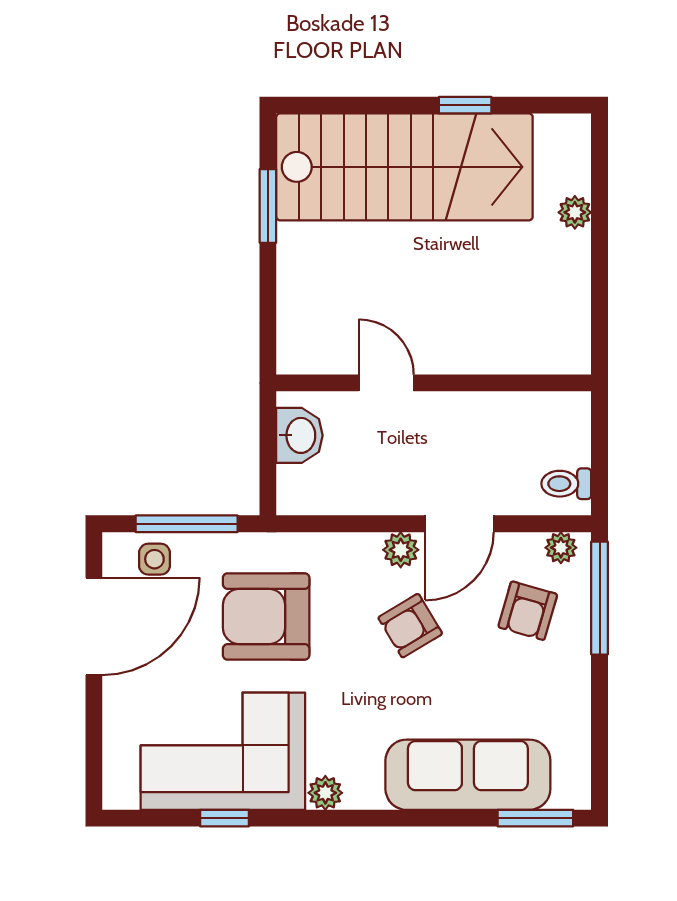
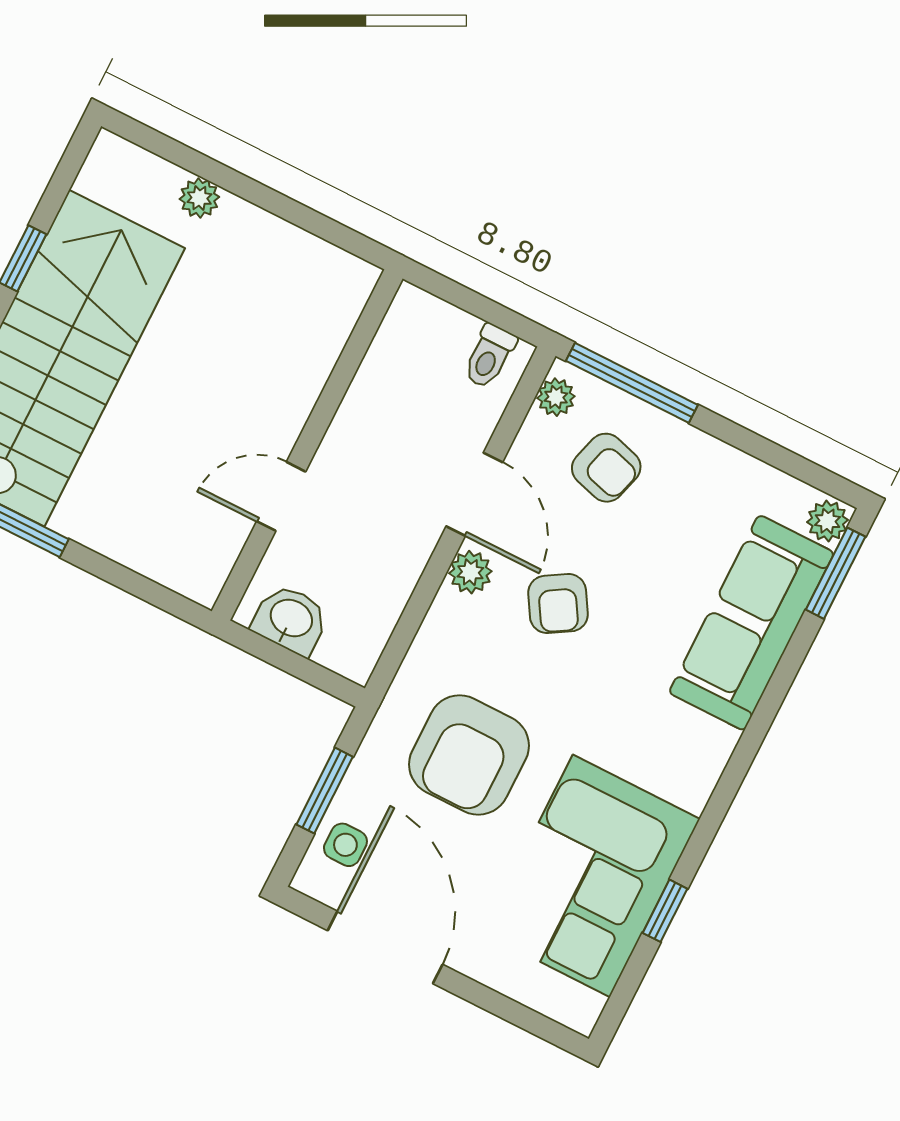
window: (187, 524) -> (325, 791), width x0.69
plant: (325, 793) -> (827, 521), moved

